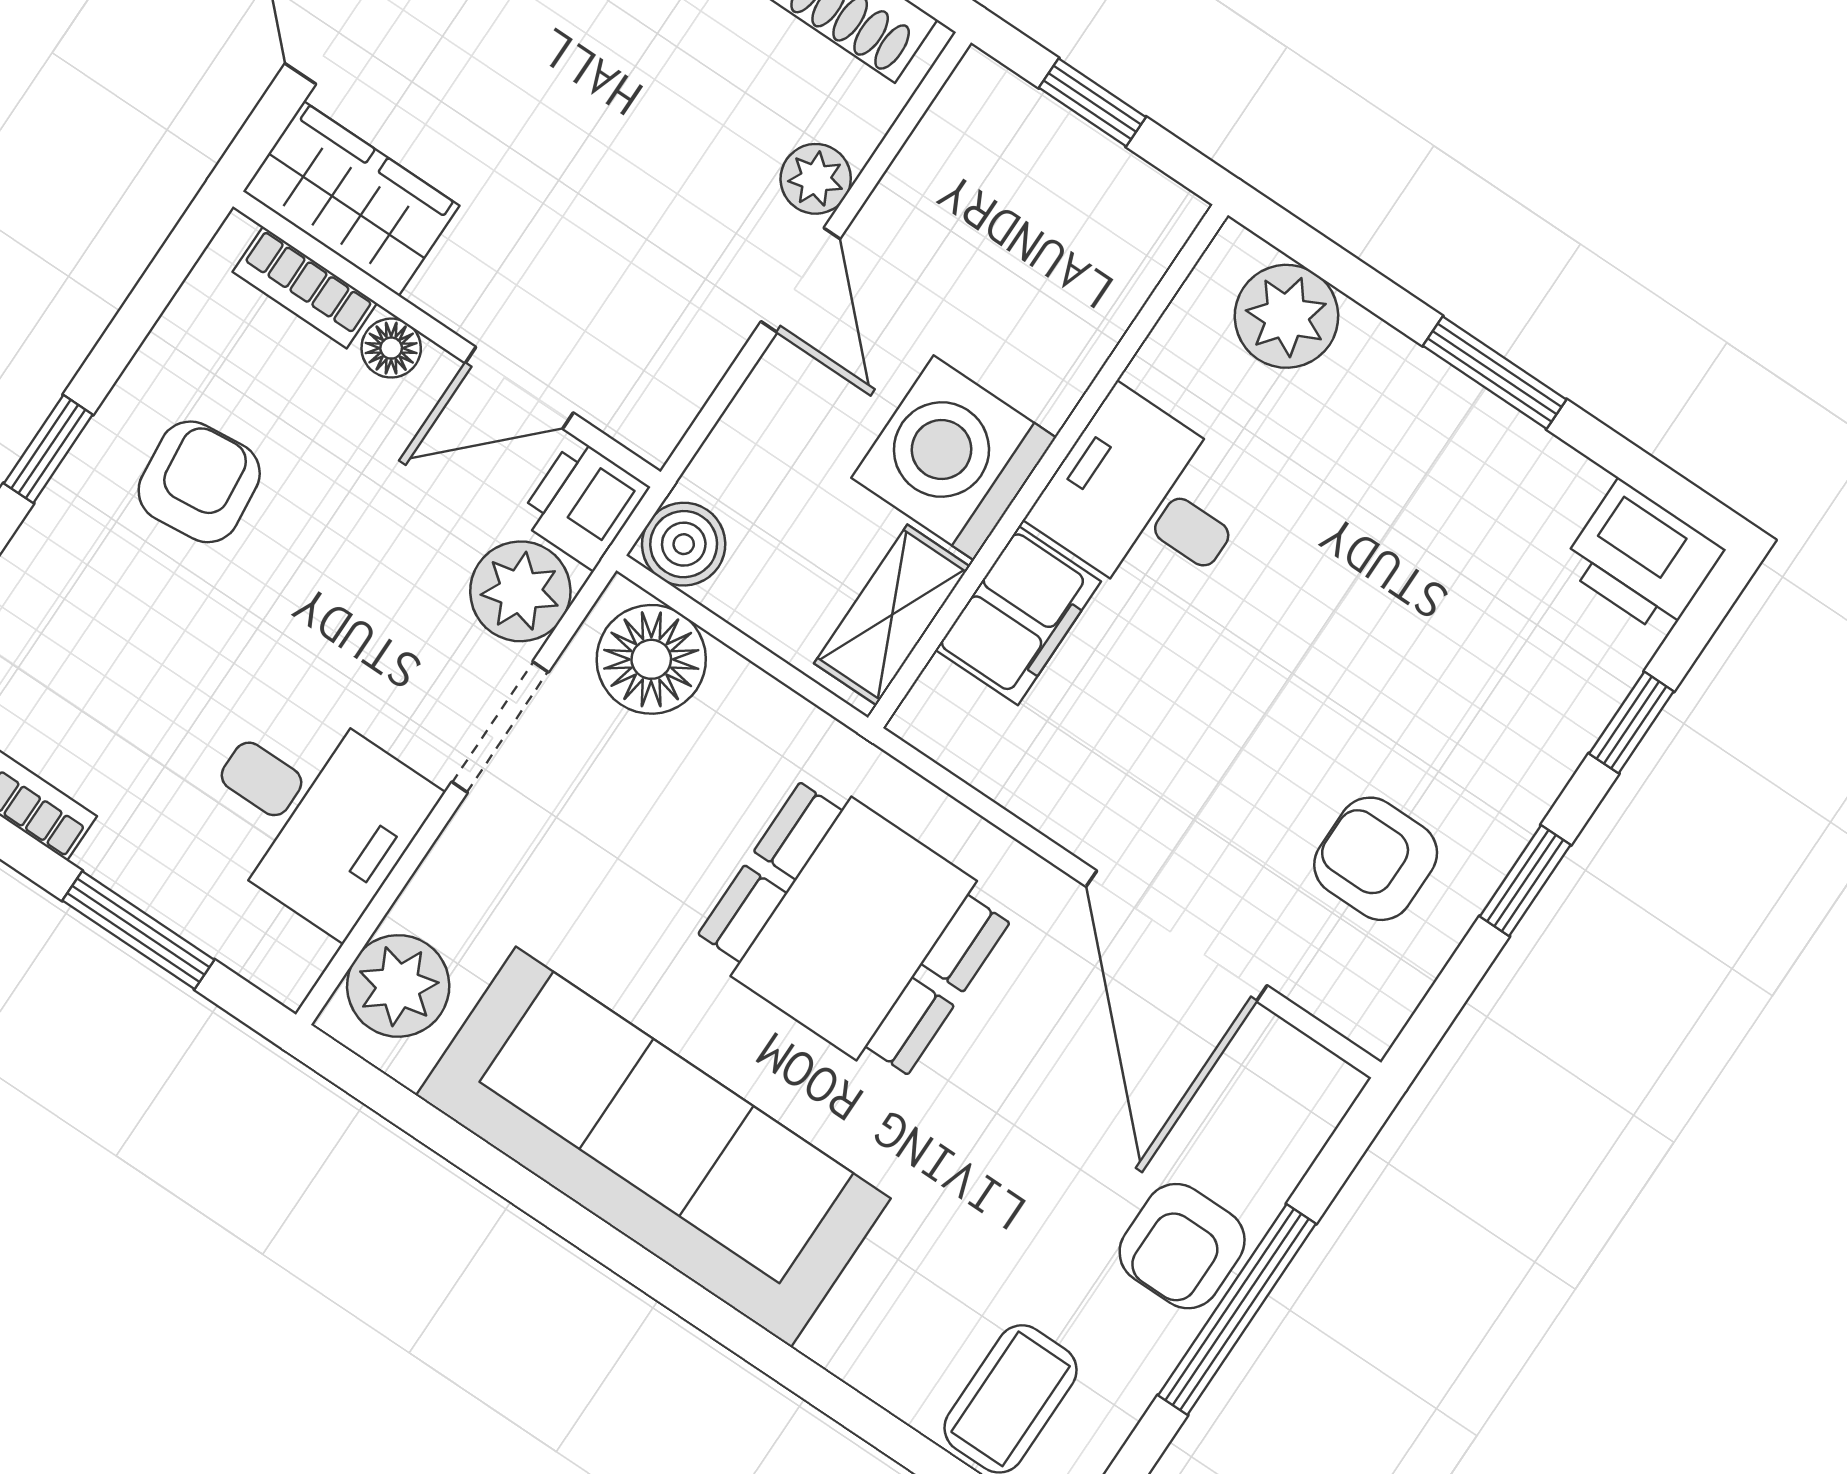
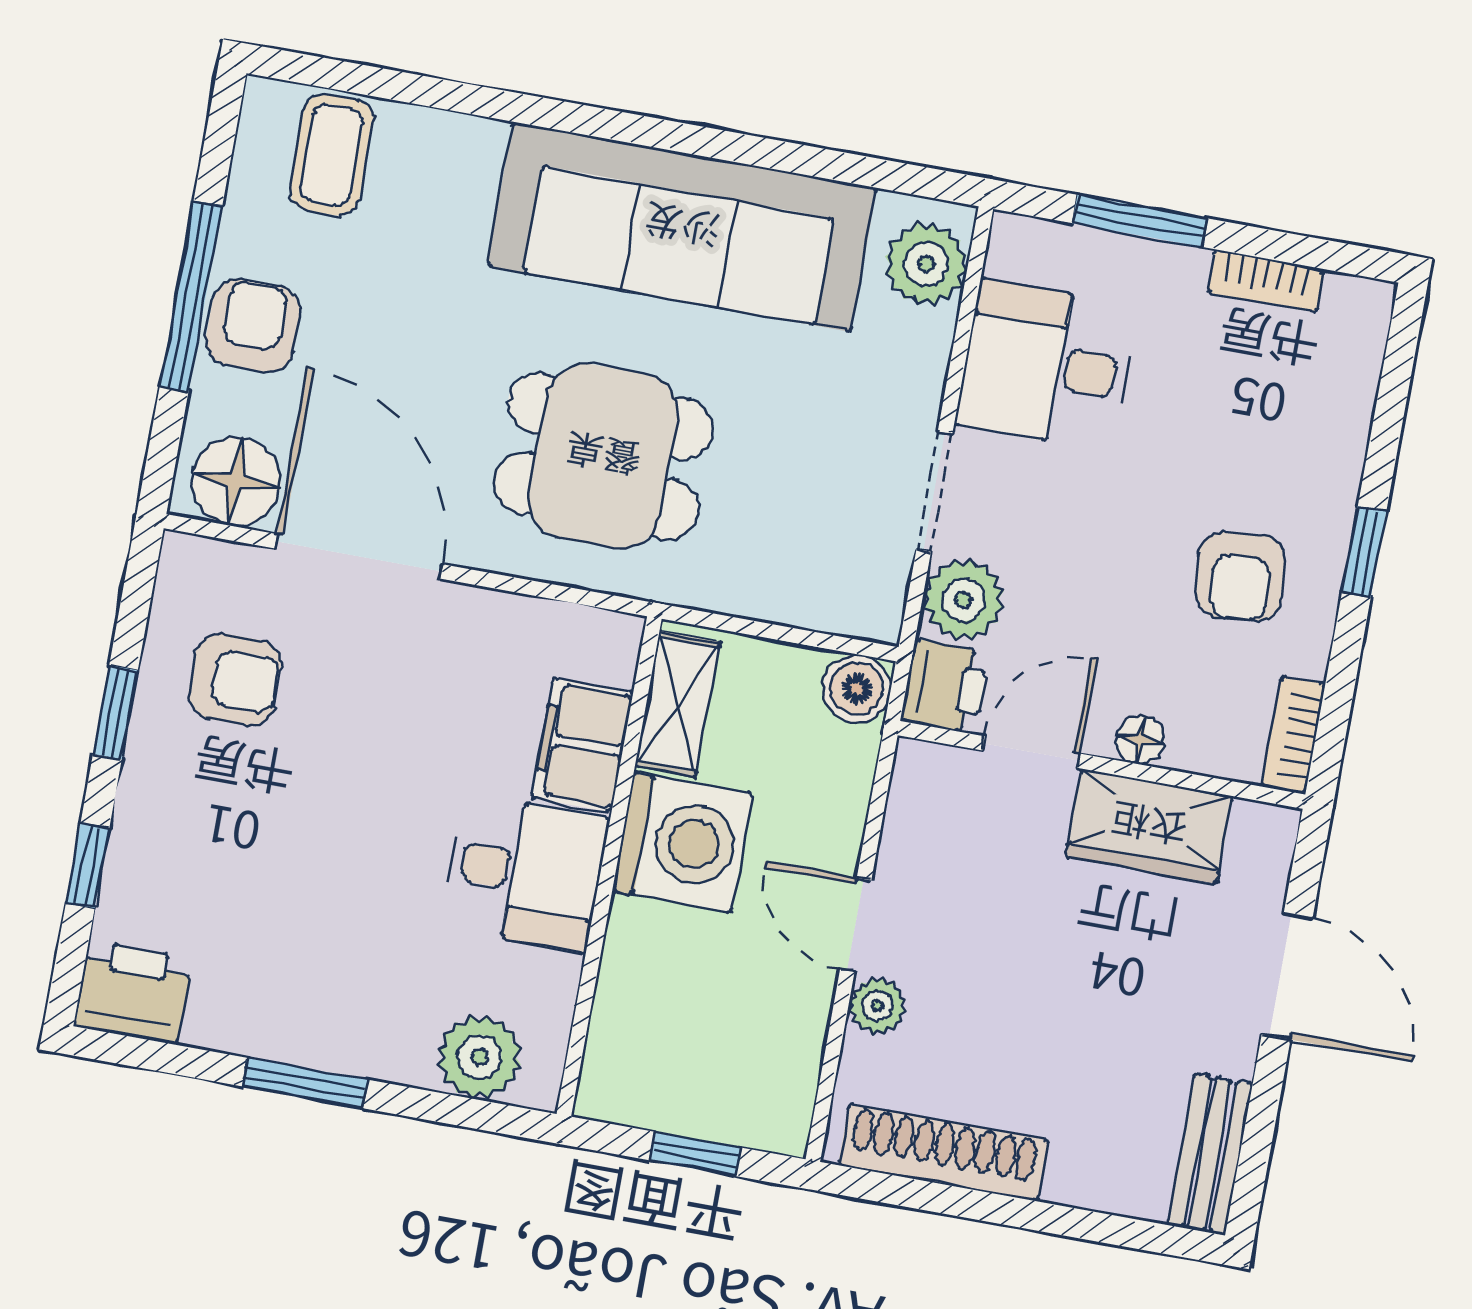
wardrobe: (351, 199) -> (1149, 826), moved
bookcase: (305, 288) -> (1293, 735), moved, turned -90
floor lamp: (651, 659) -> (236, 481), moved

